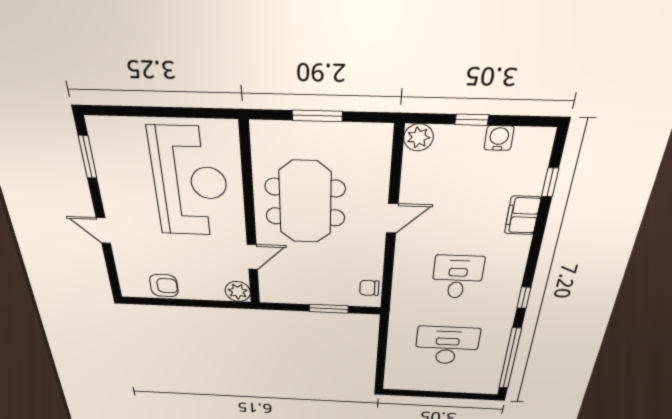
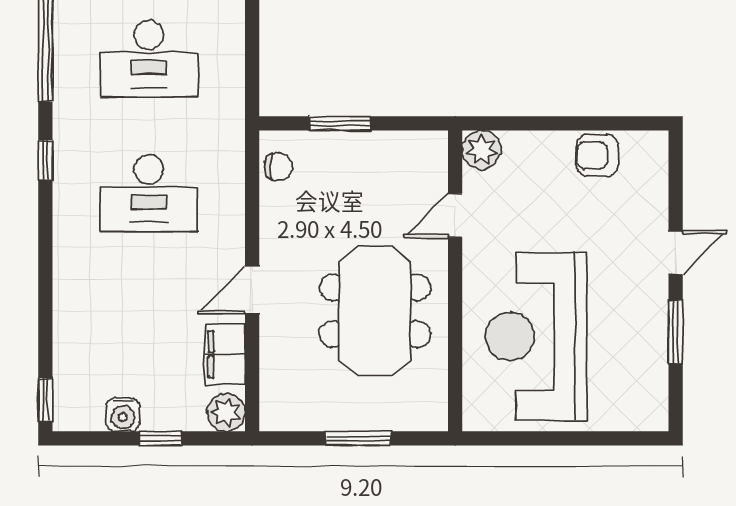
window: (88, 157) -> (676, 332), moved
window: (550, 182) -> (45, 400), moved
filing cabinet: (523, 215) -> (225, 354), moved, turned 180
door: (103, 231) -> (676, 253), hinge flipped
desk: (457, 277) -> (149, 193), width x1.37

